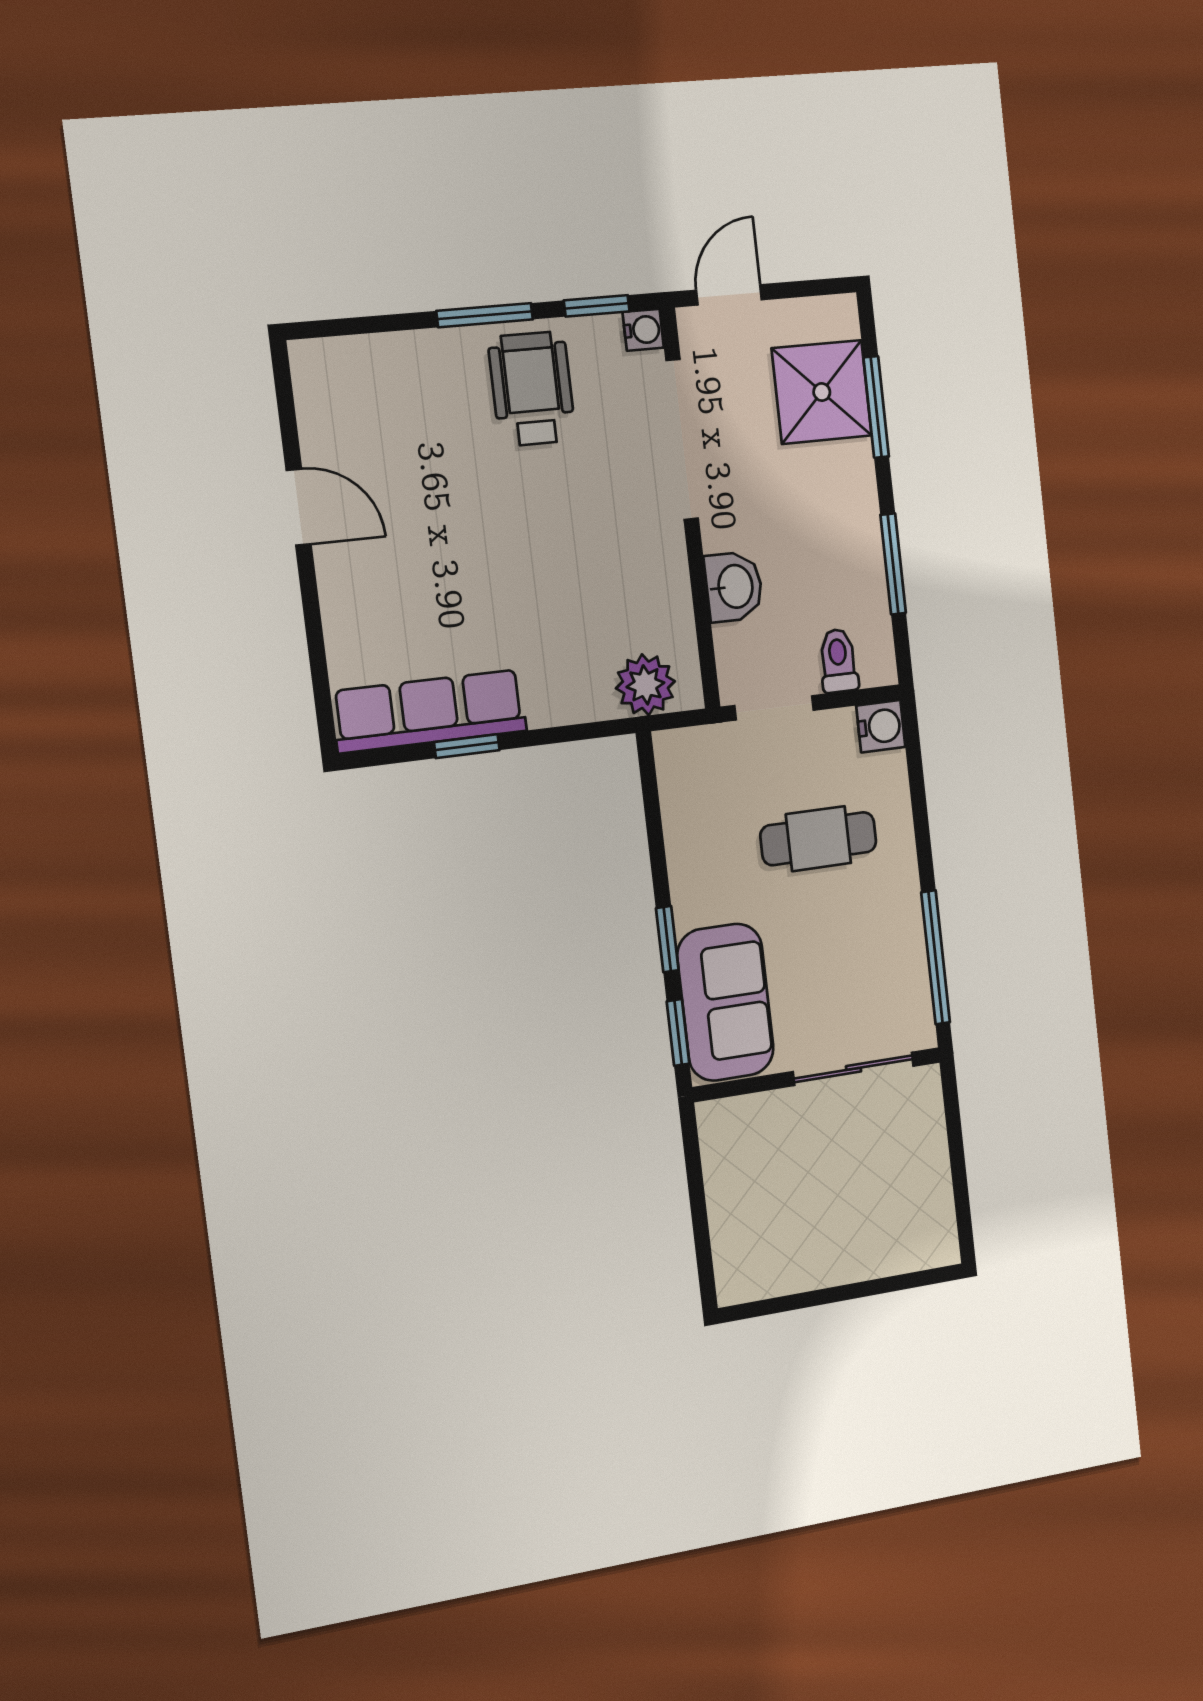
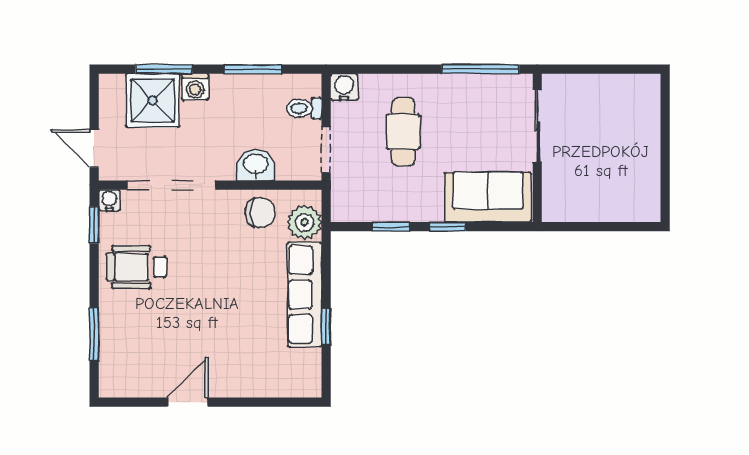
window: (485, 315) -> (94, 334), moved
washing machine: (853, 465) -> (195, 87), added
chair: (653, 603) -> (260, 212), added
row of seats: (429, 711) -> (305, 294), moved
window: (678, 1032) -> (391, 227), moved

